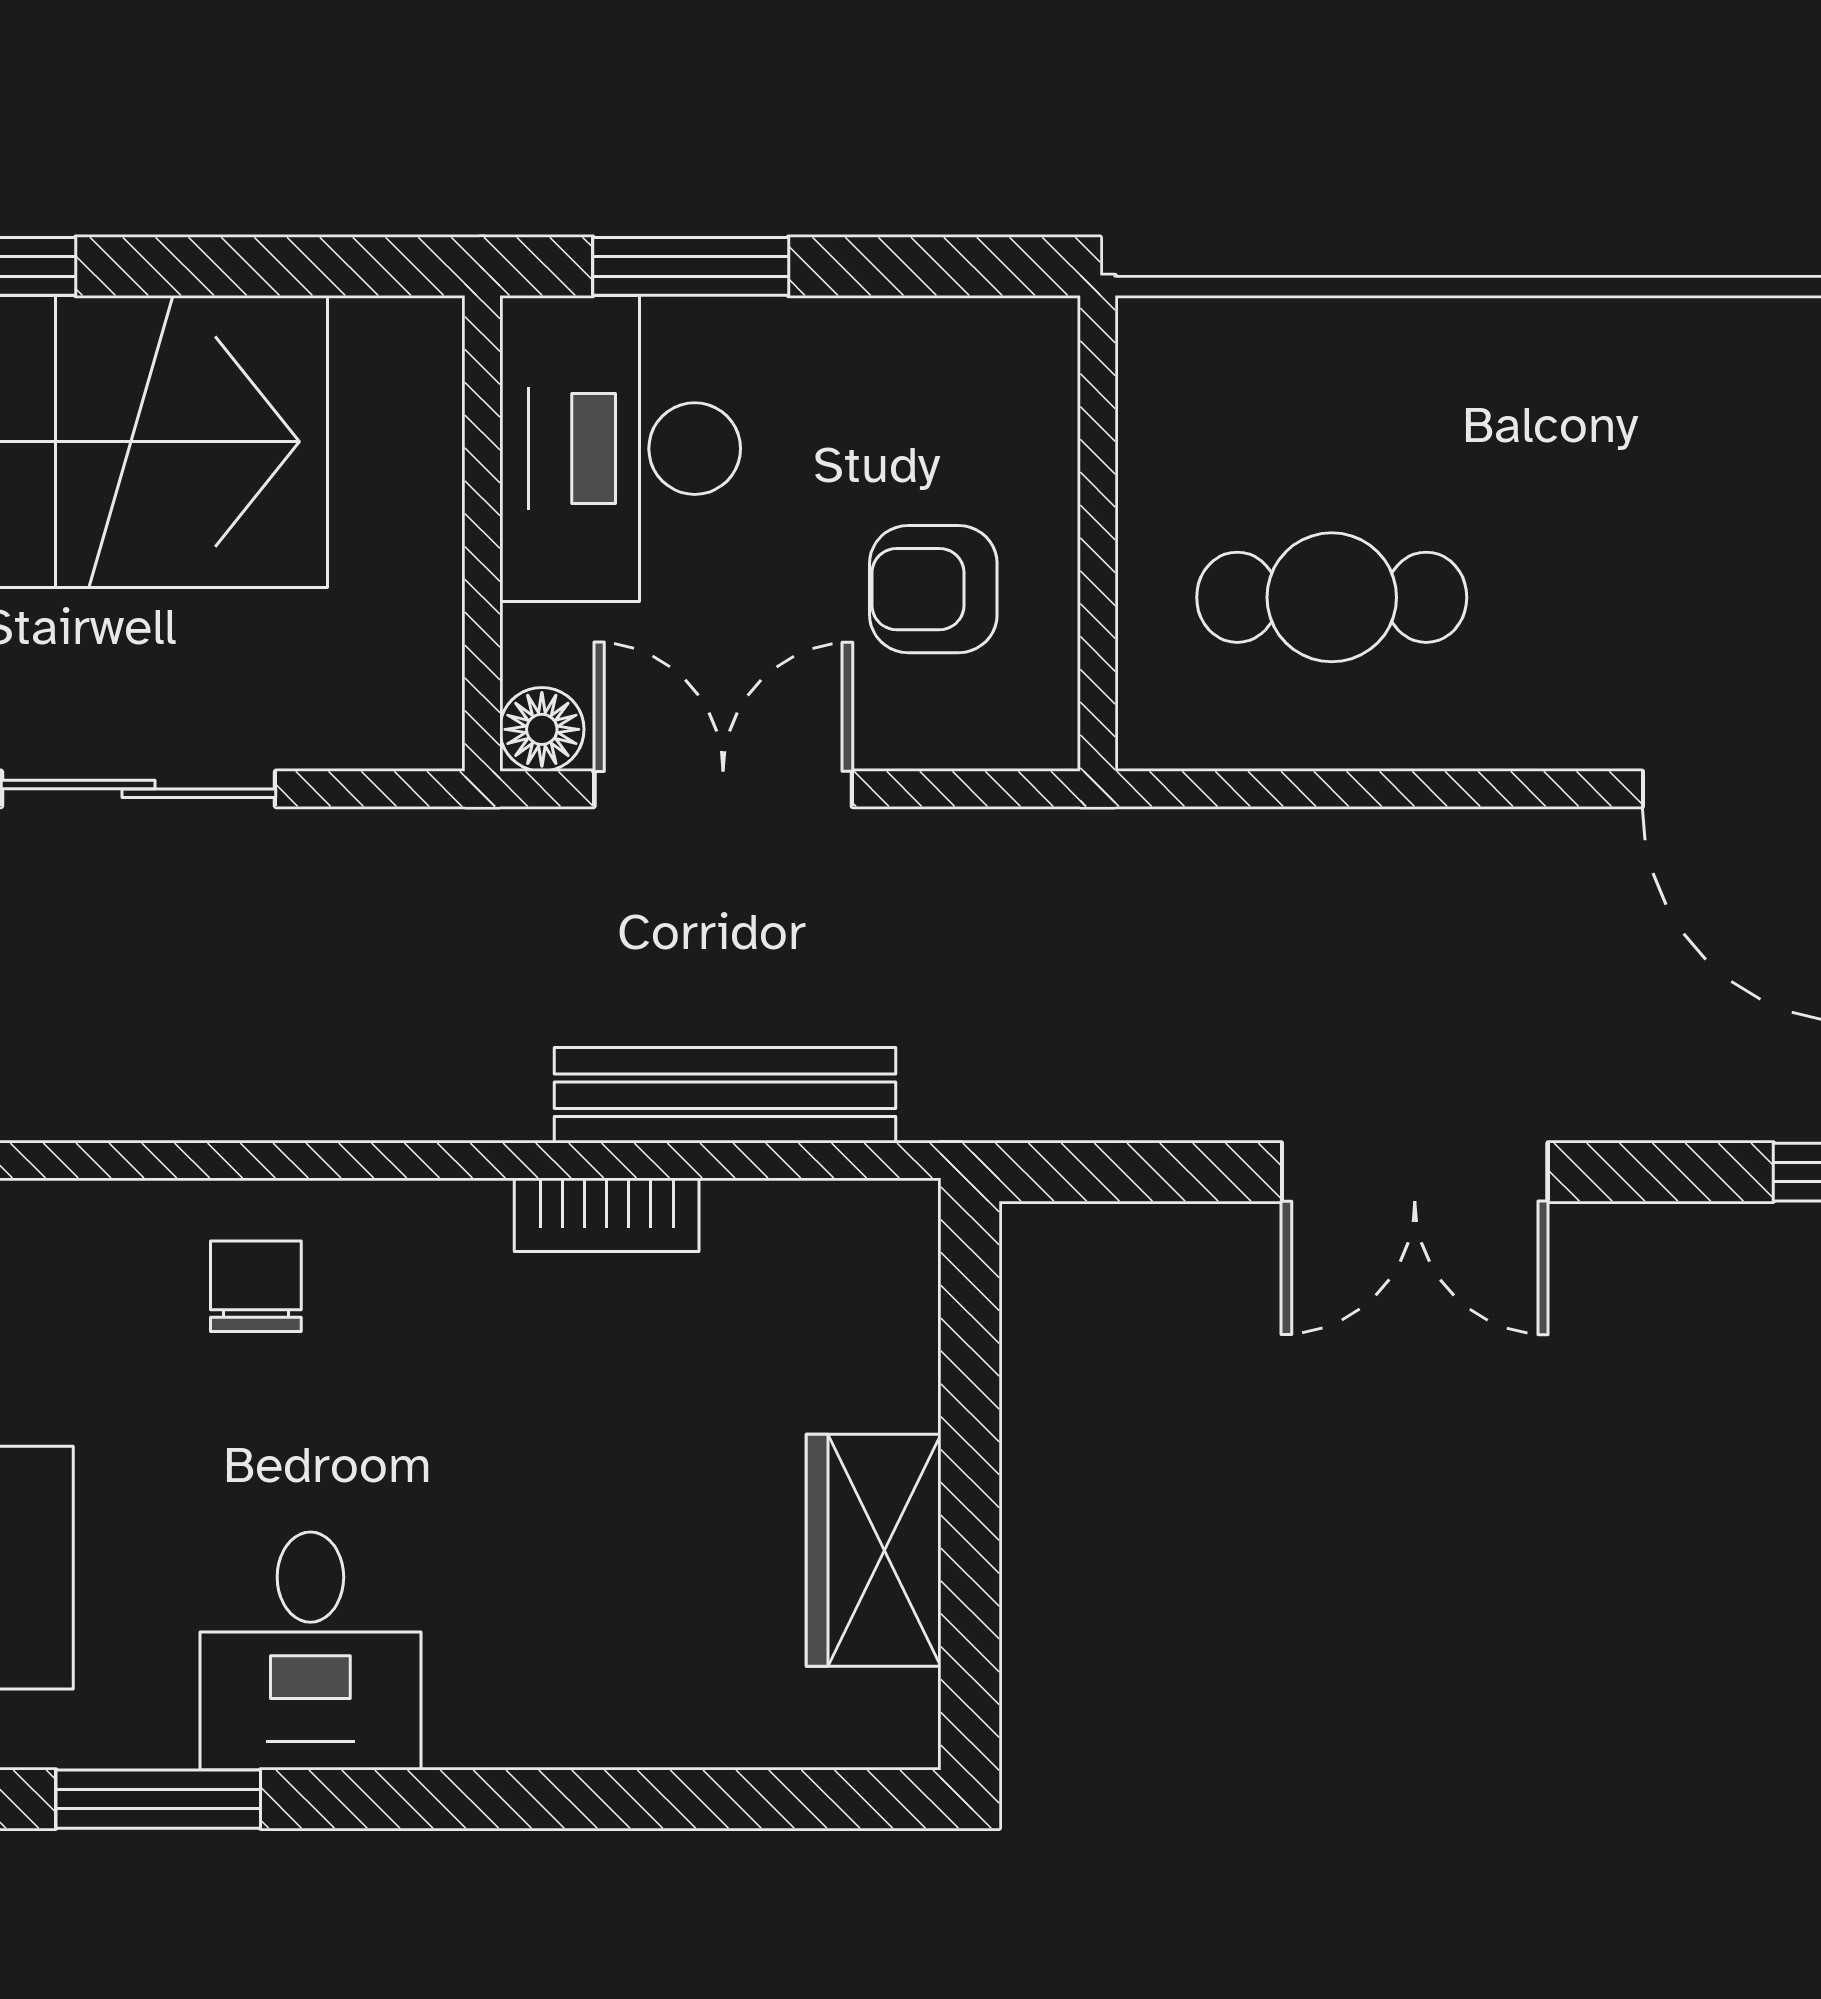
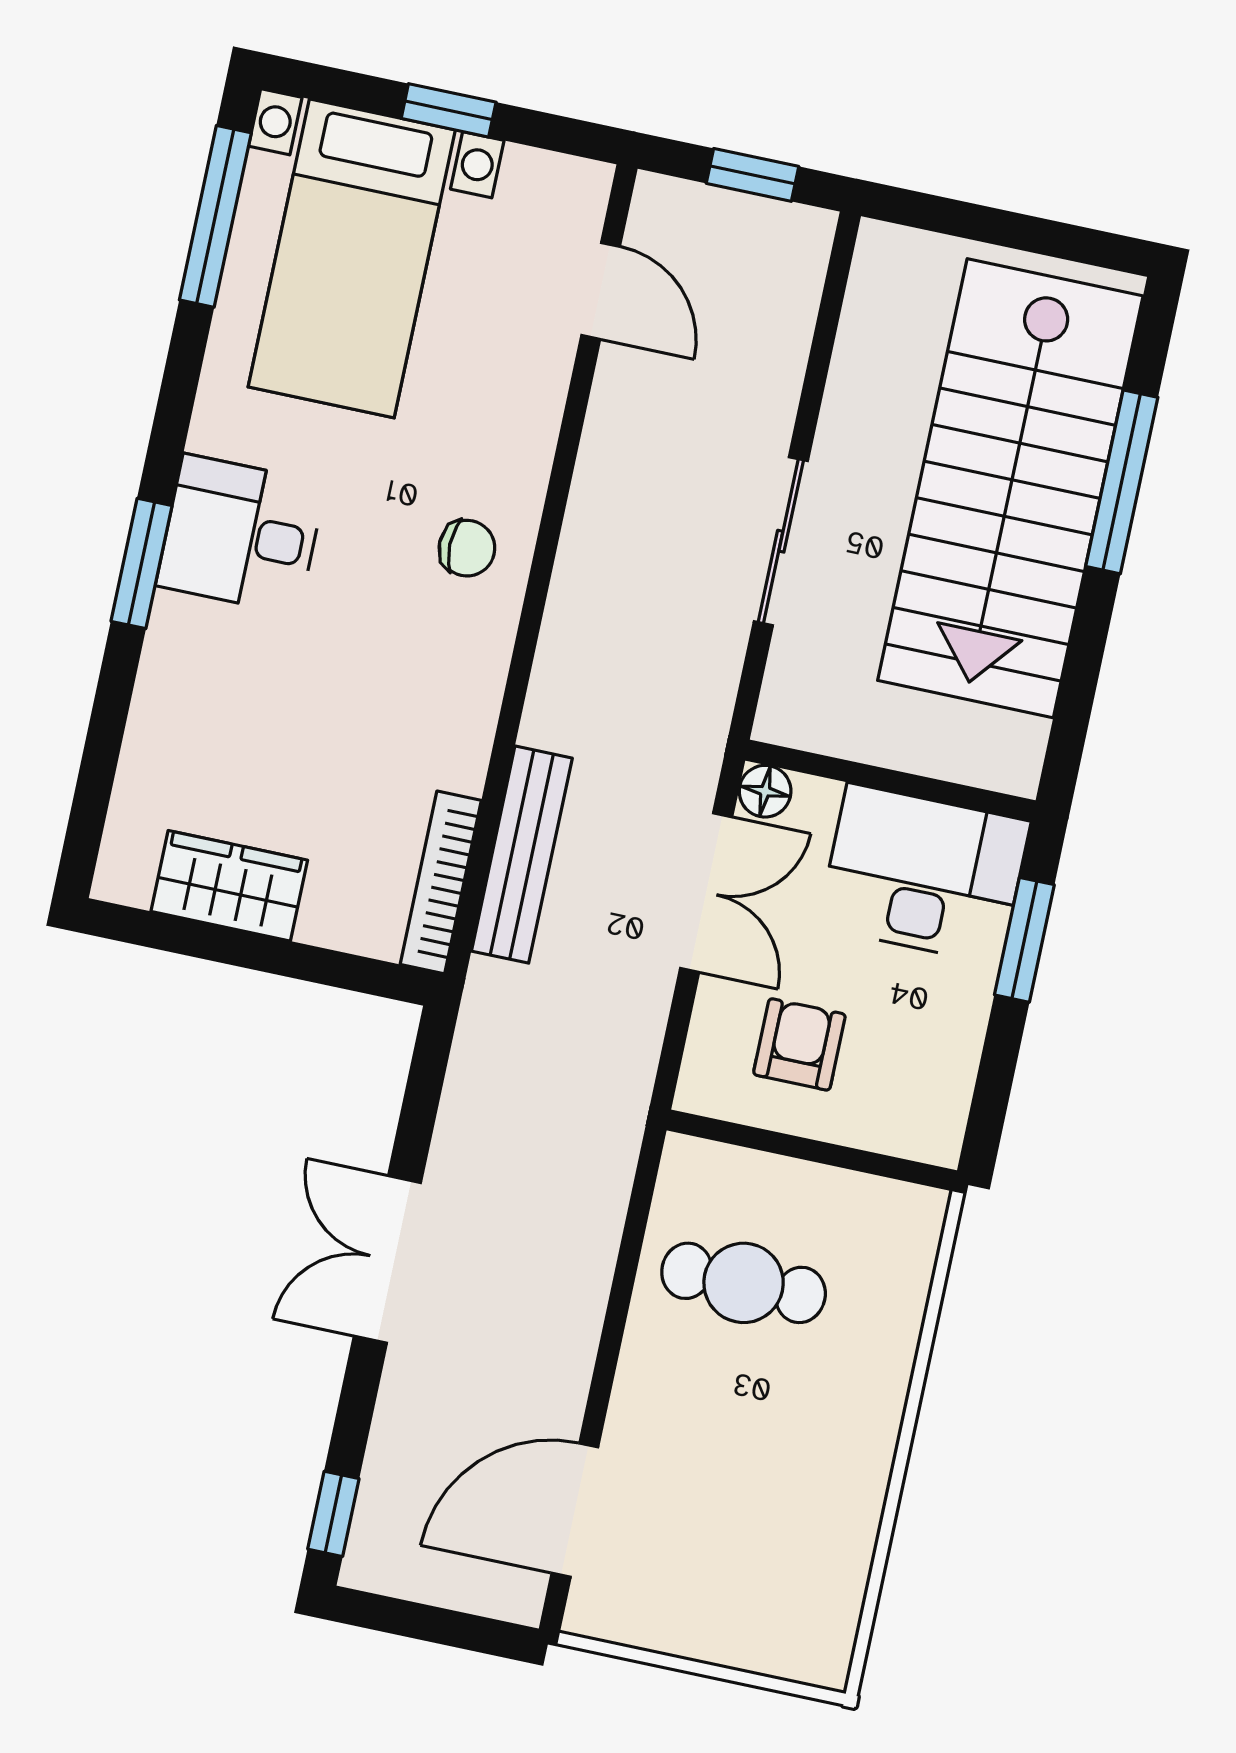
cafe table: (1332, 597) -> (744, 1283), turned 90
bookcase: (607, 1215) -> (441, 882), moved, width x1.56
window: (158, 1799) -> (141, 563), moved

